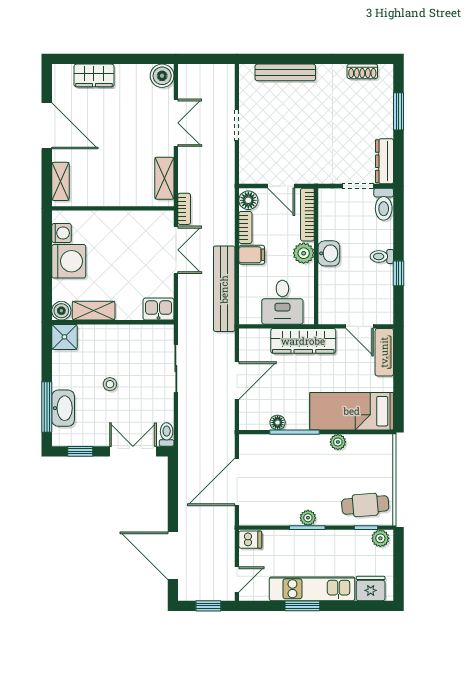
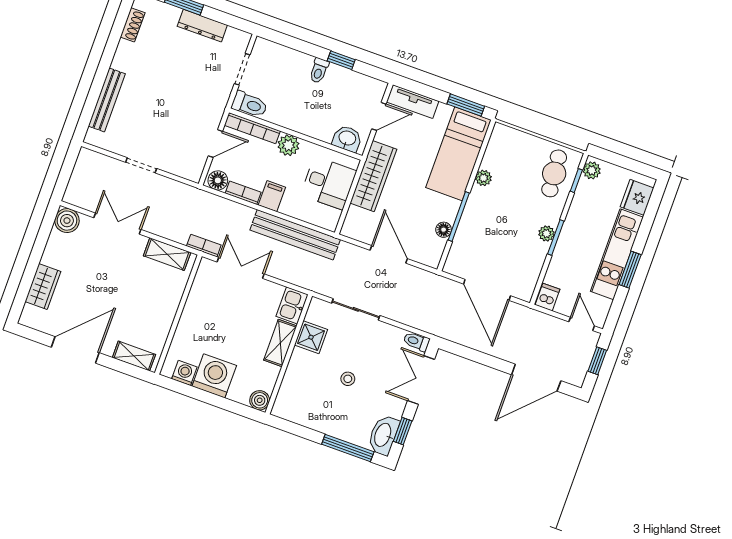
dresser: (385, 161) -> (202, 26), moved
toilet: (384, 204) -> (249, 104), moved
washbasin: (329, 253) -> (347, 139), moved
shelving: (94, 311) -> (280, 343), moved
shower: (64, 337) -> (311, 337), moved
window: (399, 402) -> (466, 105), added
washbasin: (63, 408) -> (383, 435), moved, turned -90

